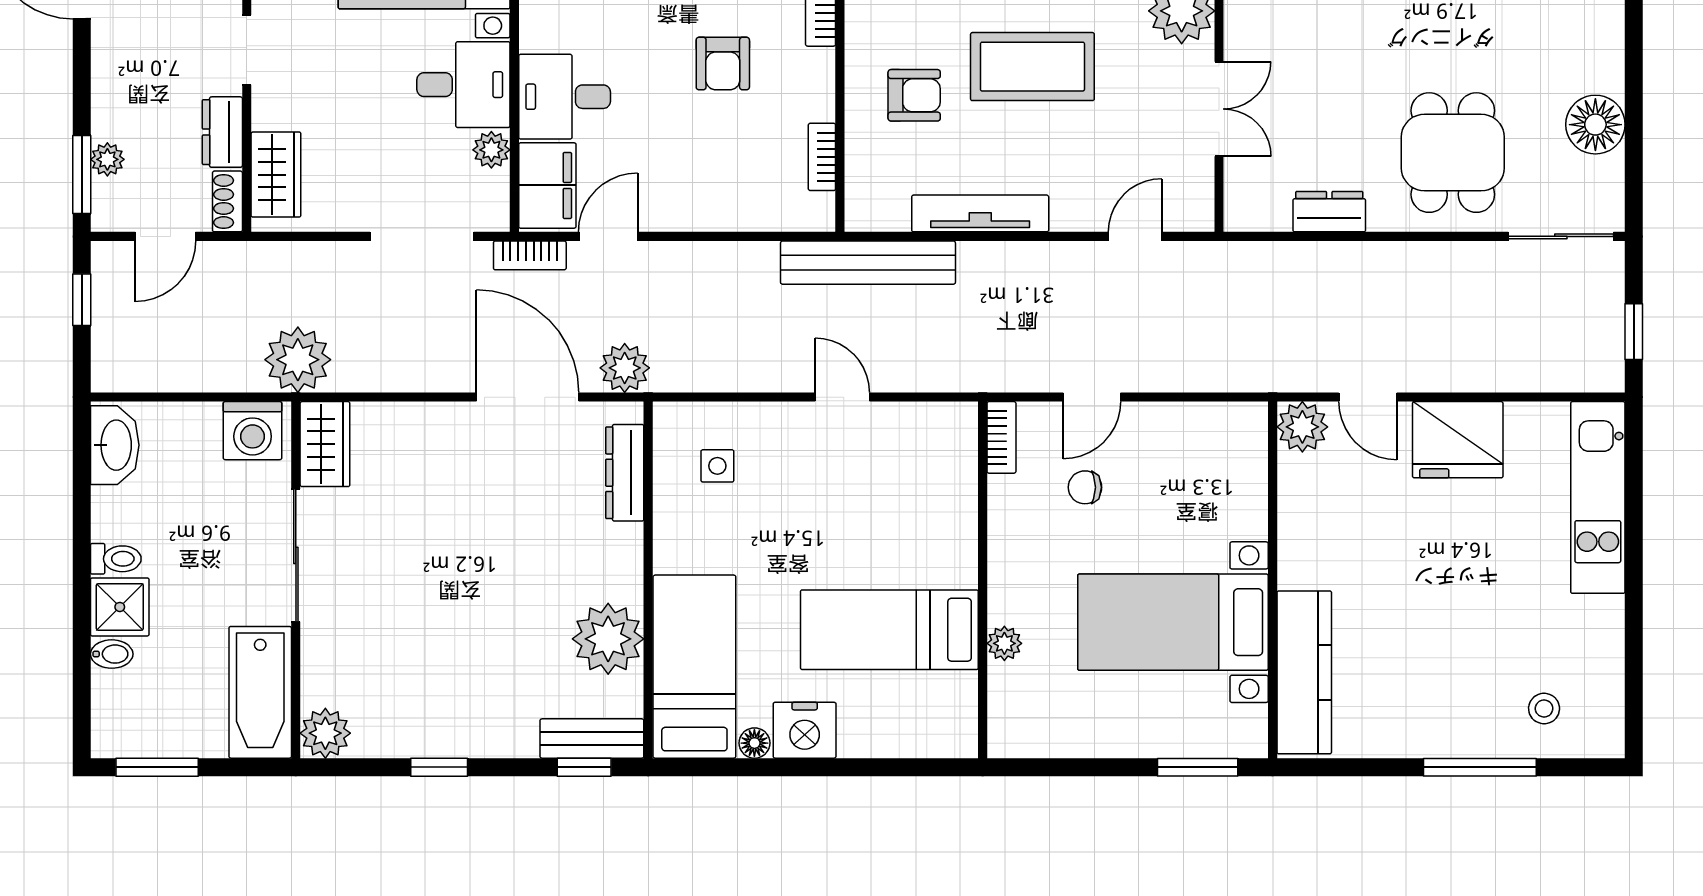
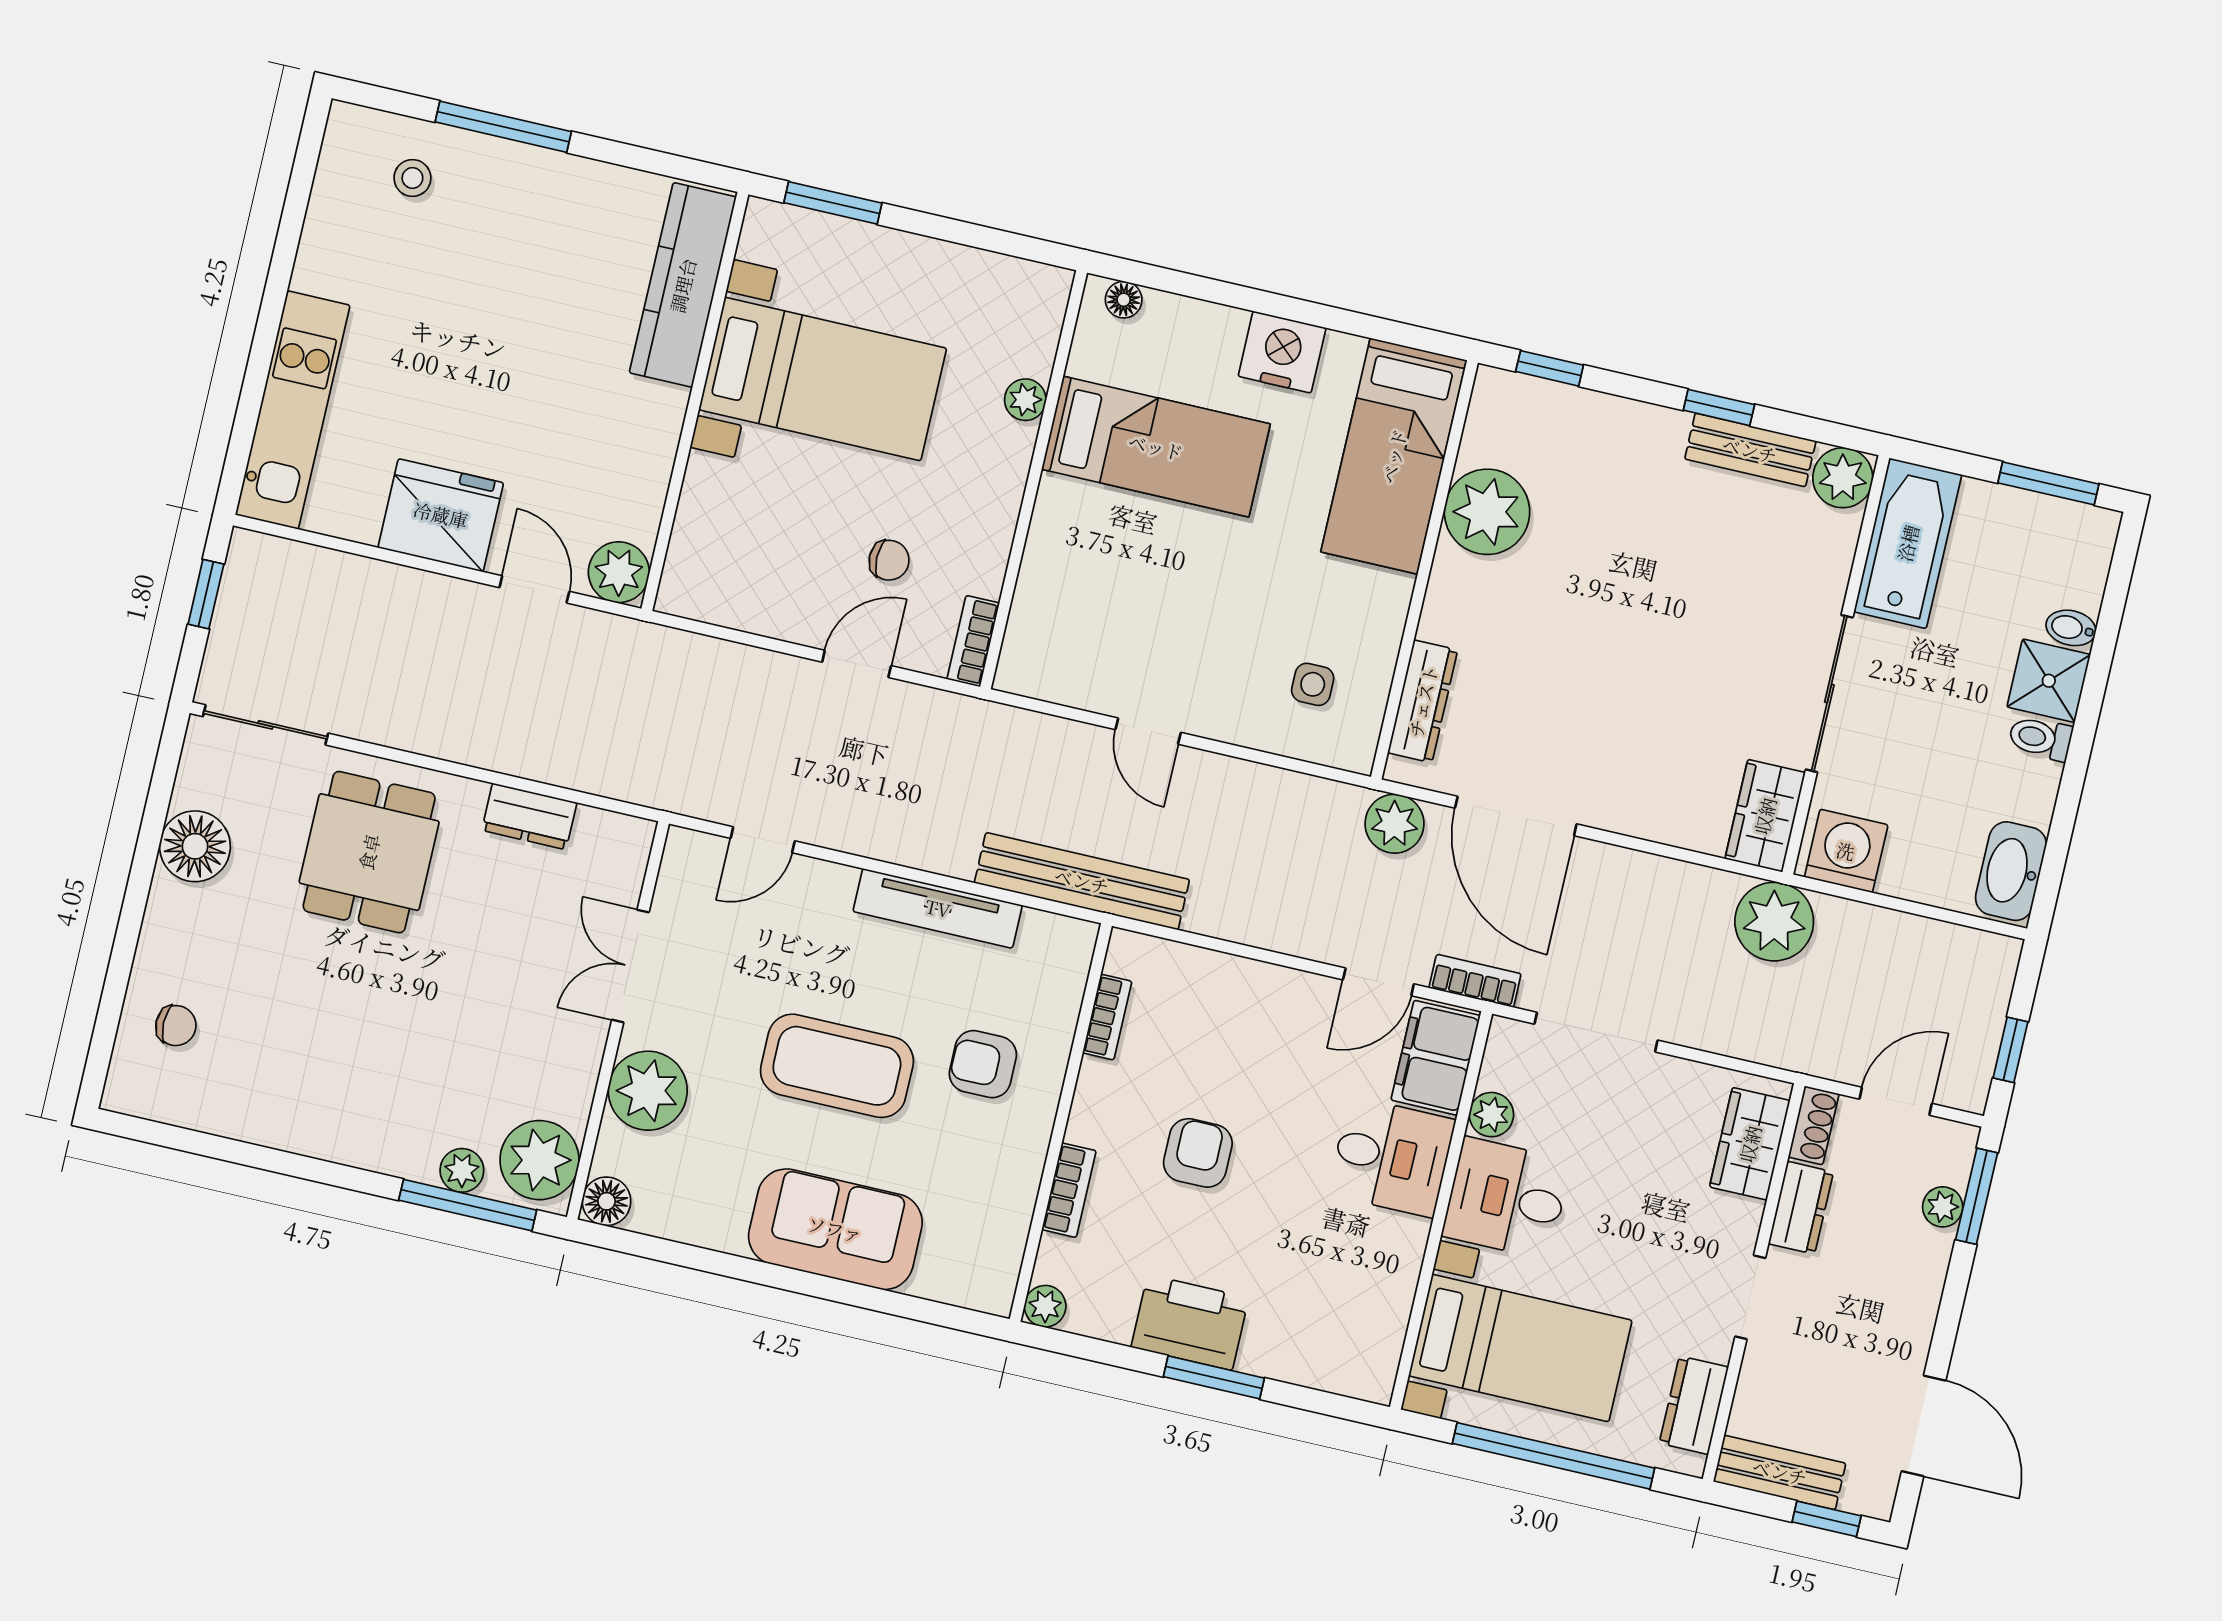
bench: (592, 739) -> (1750, 450), moved
floor lamp: (754, 743) -> (1124, 300), moved

